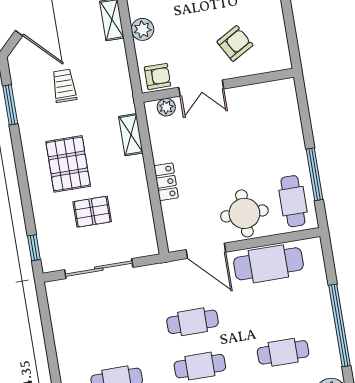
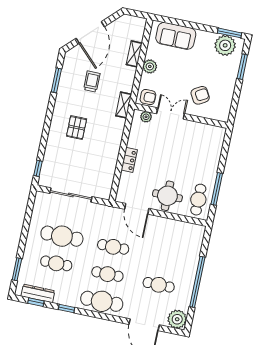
double door: (201, 88) -> (171, 114), swing flipped
shelving: (131, 135) -> (124, 105), moved
pallet: (68, 164) -> (77, 128), width x0.67, depth x0.71
pallet: (92, 212) -> (80, 161), removed
cafe table: (268, 264) -> (62, 236), moved

